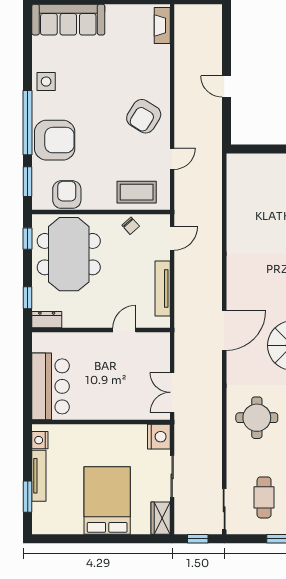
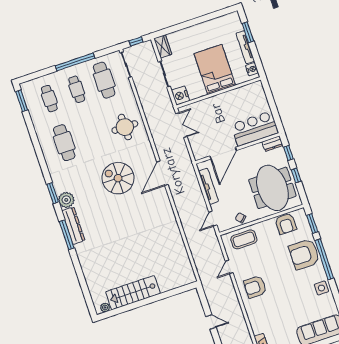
armchair: (144, 116) -> (255, 287), turned -122
window: (28, 239) -> (296, 175), moved
door: (124, 330) -> (223, 153), width x1.87
bar counter: (51, 386) -> (255, 129), moved, turned 90
cafe table: (264, 497) -> (104, 80), width x1.37, depth x1.35
bed: (107, 501) -> (215, 69), moved, turned 180

